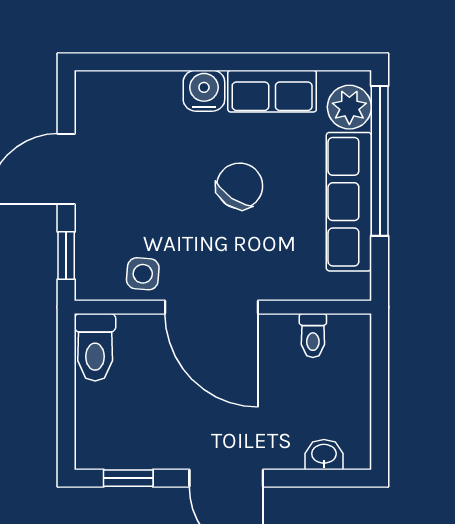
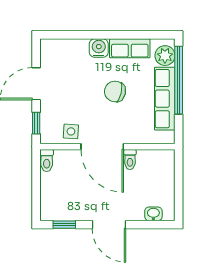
chair: (240, 186) -> (115, 91), turned -111
toilet: (313, 335) -> (130, 160), moved
toilet: (95, 347) -> (47, 161), width x0.73, depth x0.72

